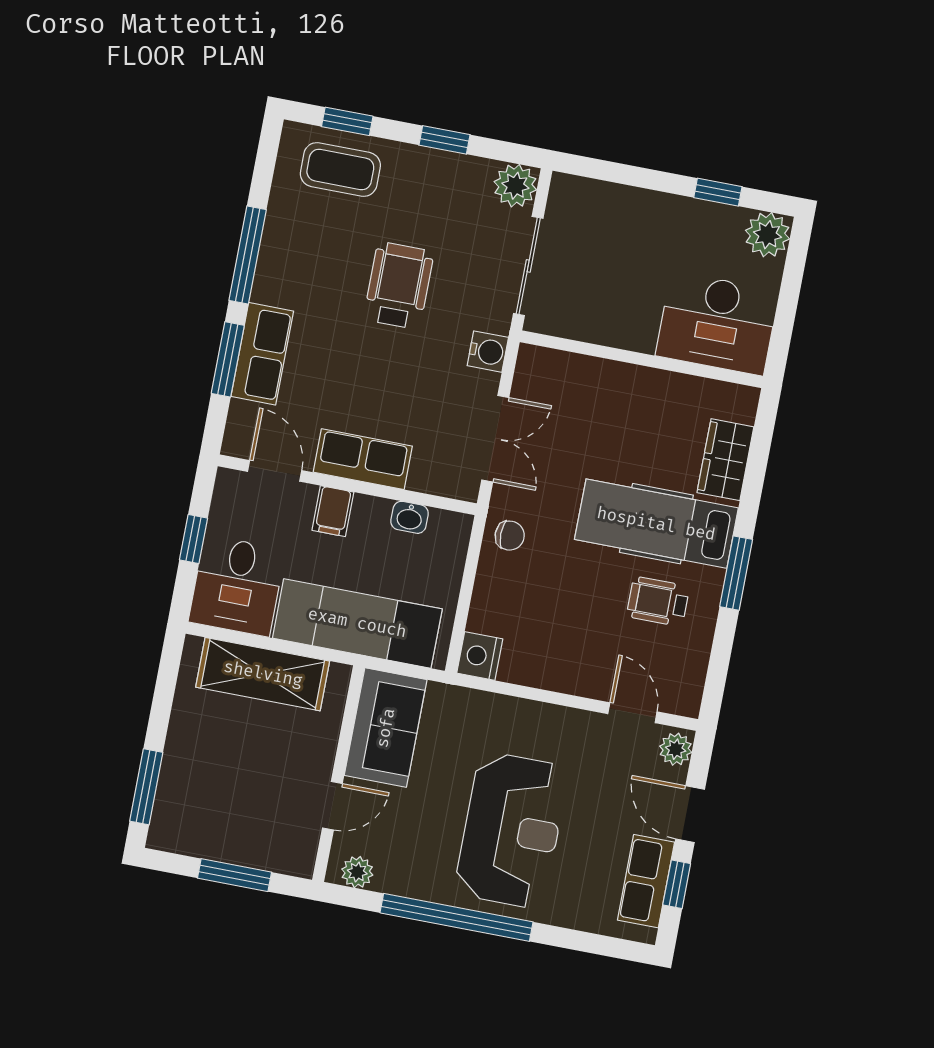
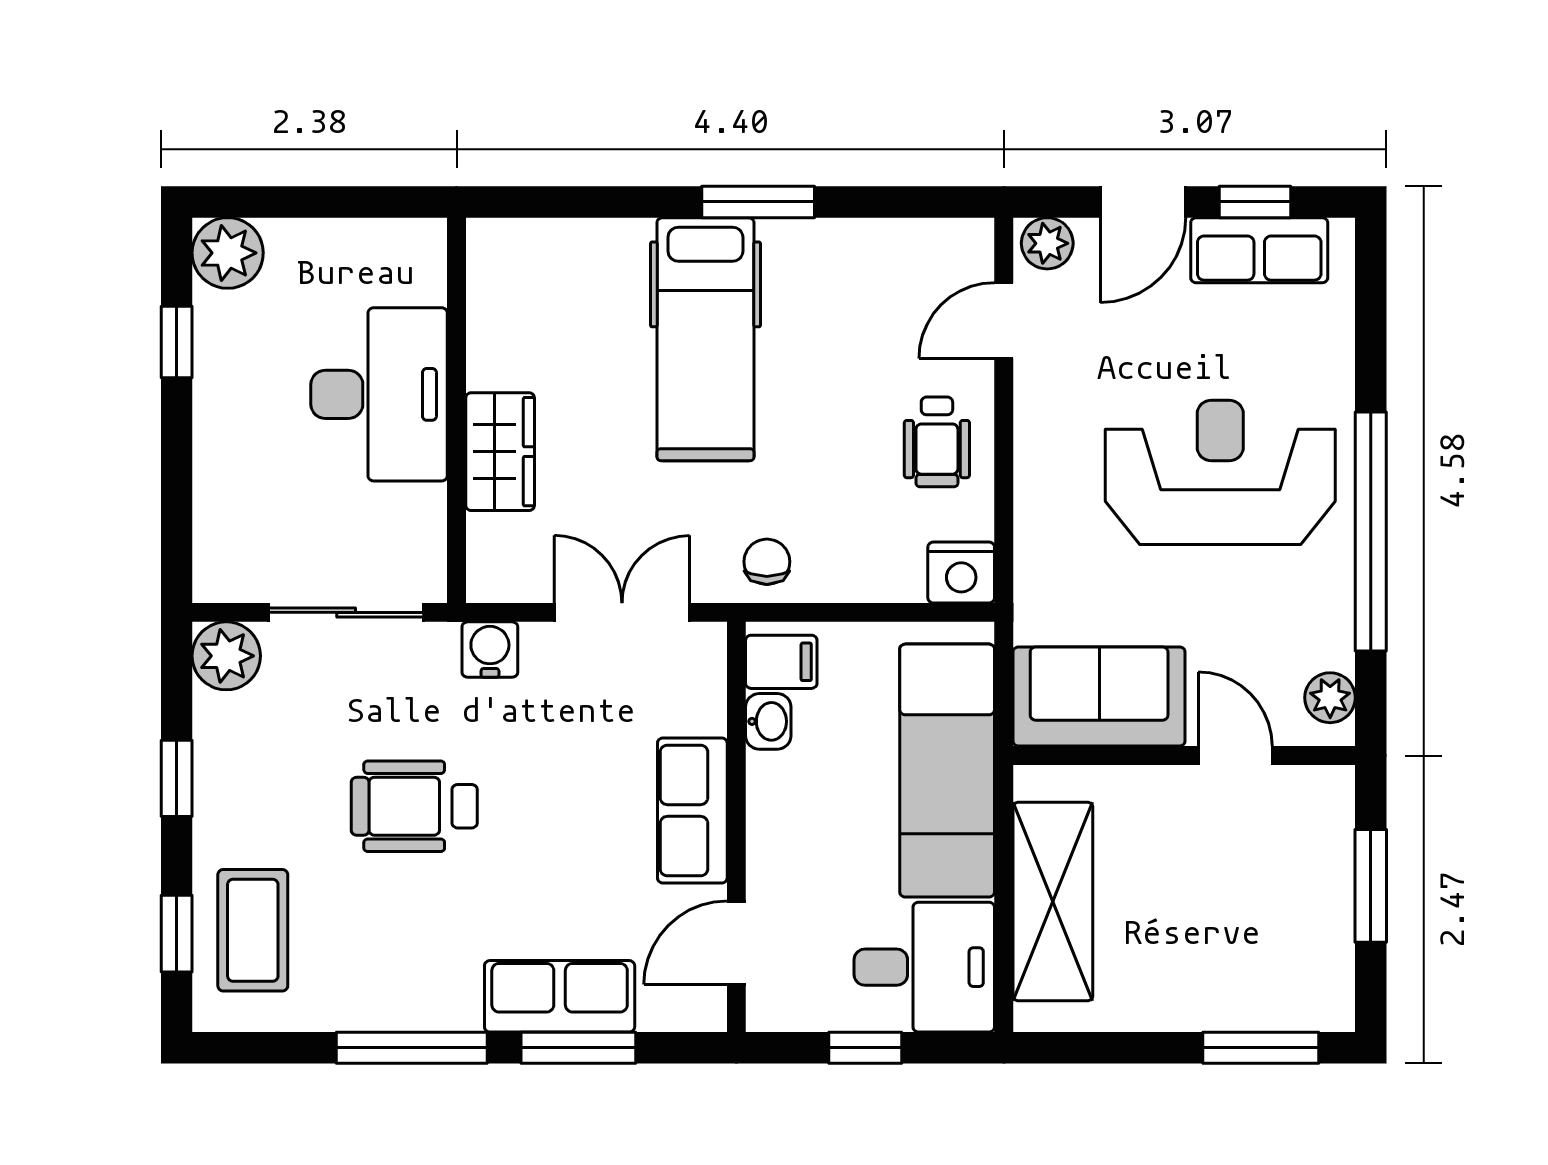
desk: (717, 323) -> (379, 394), moved
wardrobe: (725, 460) -> (500, 452), moved, turned -90
filing cabinet: (333, 511) -> (781, 662), moved
wheelchair: (658, 601) -> (937, 442), moved

